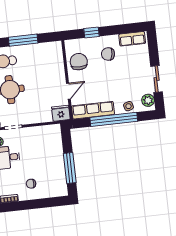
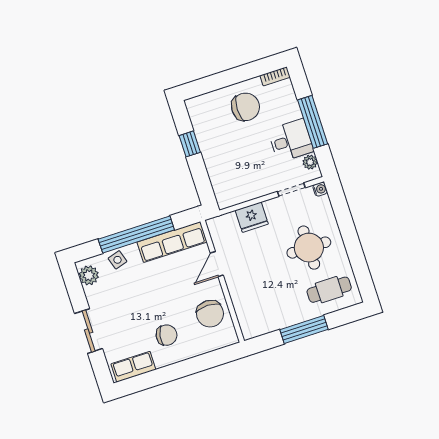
window: (91, 33) -> (199, 363), removed
sliding door: (157, 79) -> (89, 331), moved
fridge: (61, 113) -> (252, 217), moved
window: (70, 168) -> (190, 144), width x0.46
chair: (31, 184) -> (246, 107), width x1.87, depth x1.87

